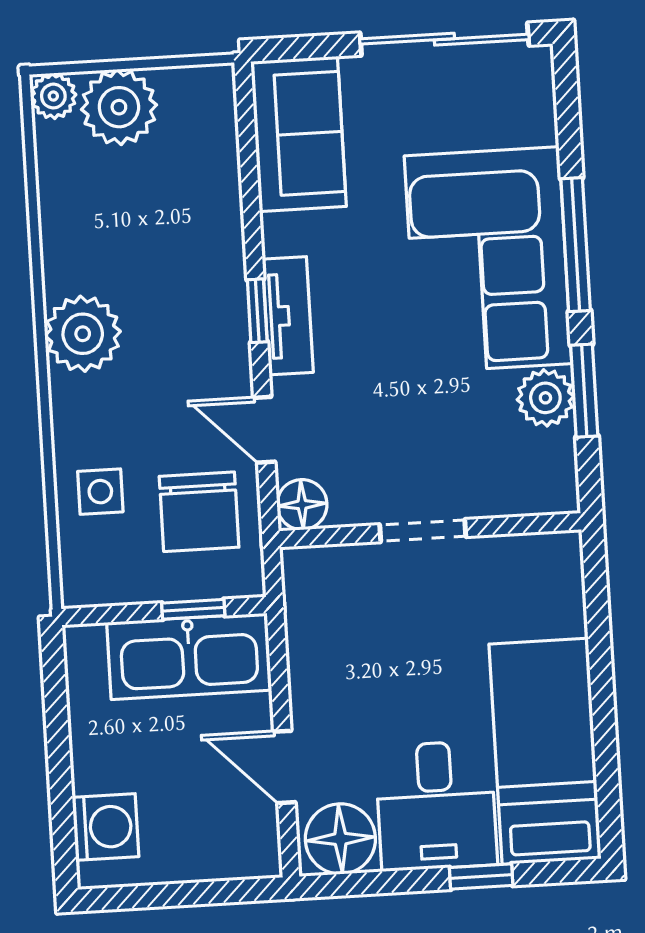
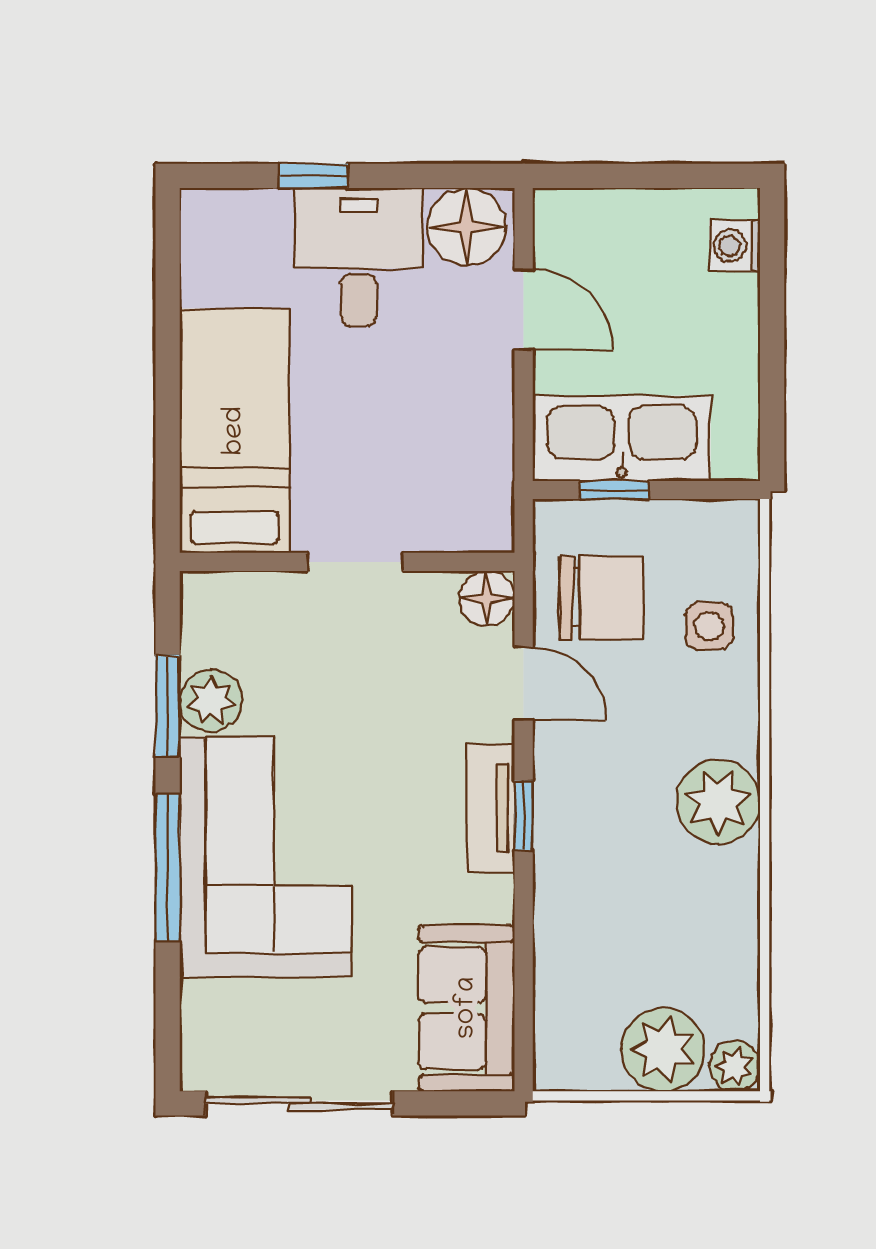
chair: (199, 512) -> (601, 597), turned 90
bed: (545, 751) -> (235, 431), moved, turned 180
washing machine: (106, 827) -> (735, 246), width x0.73, depth x0.73

